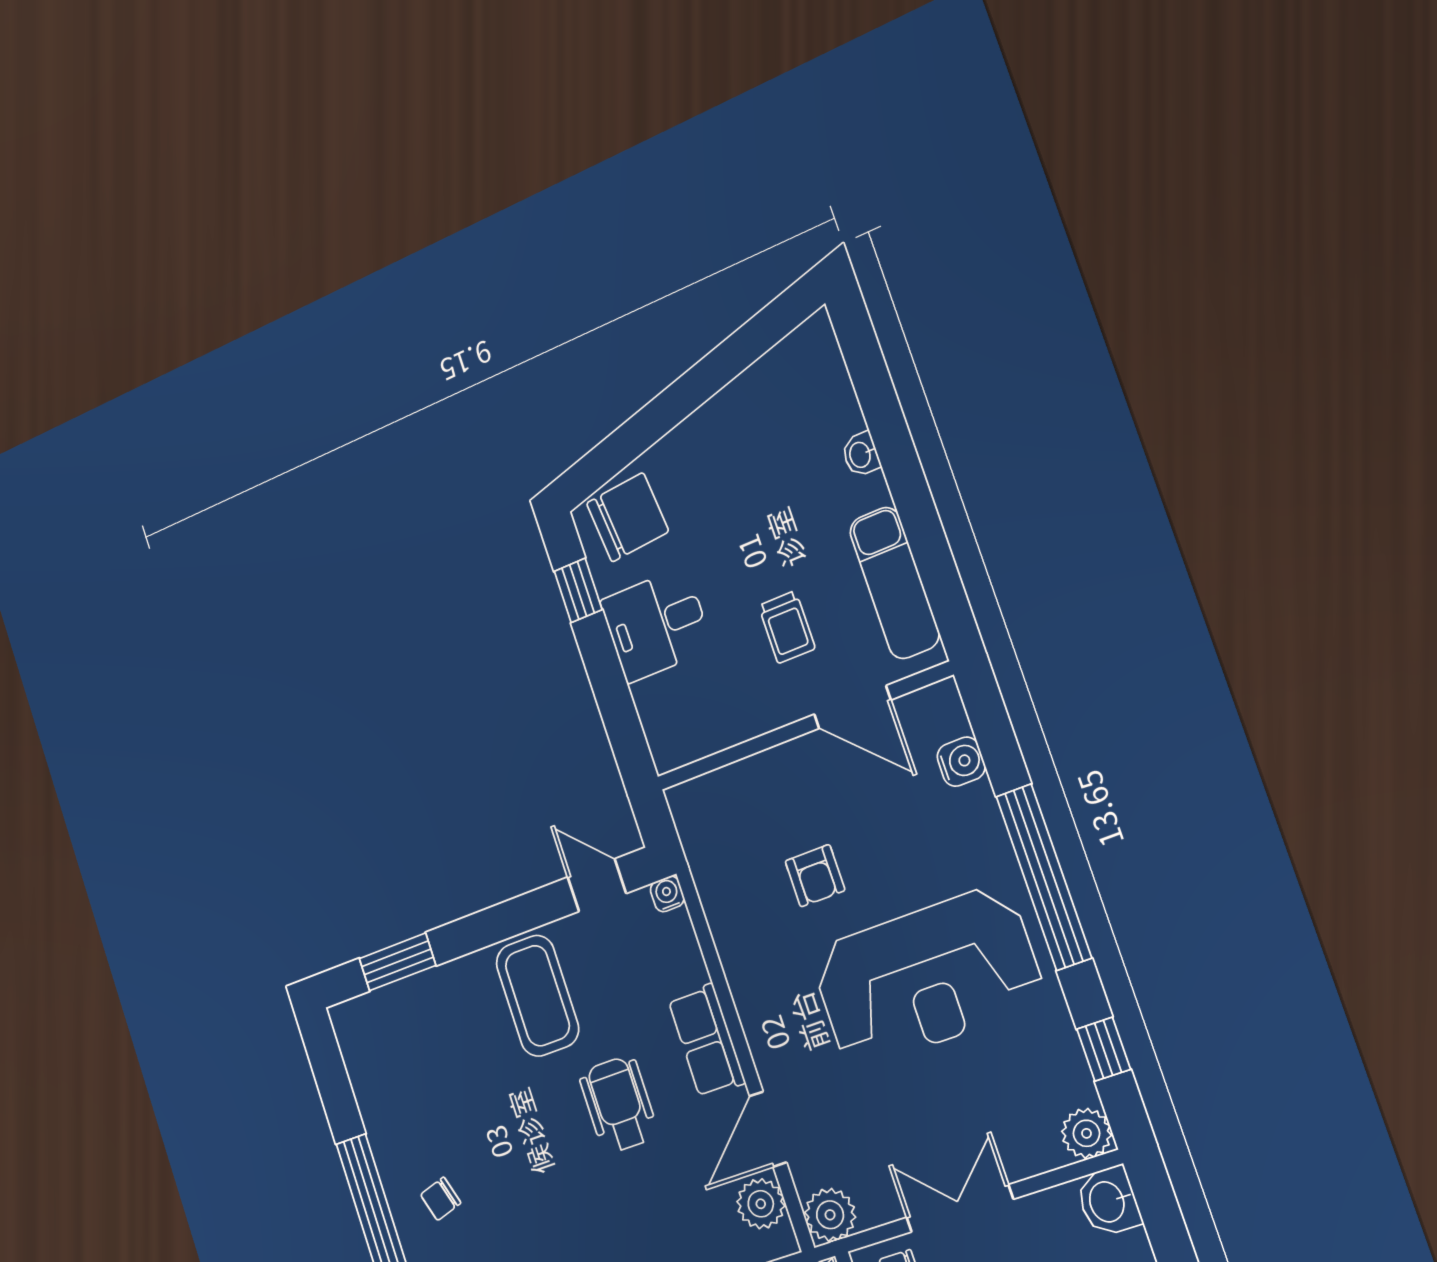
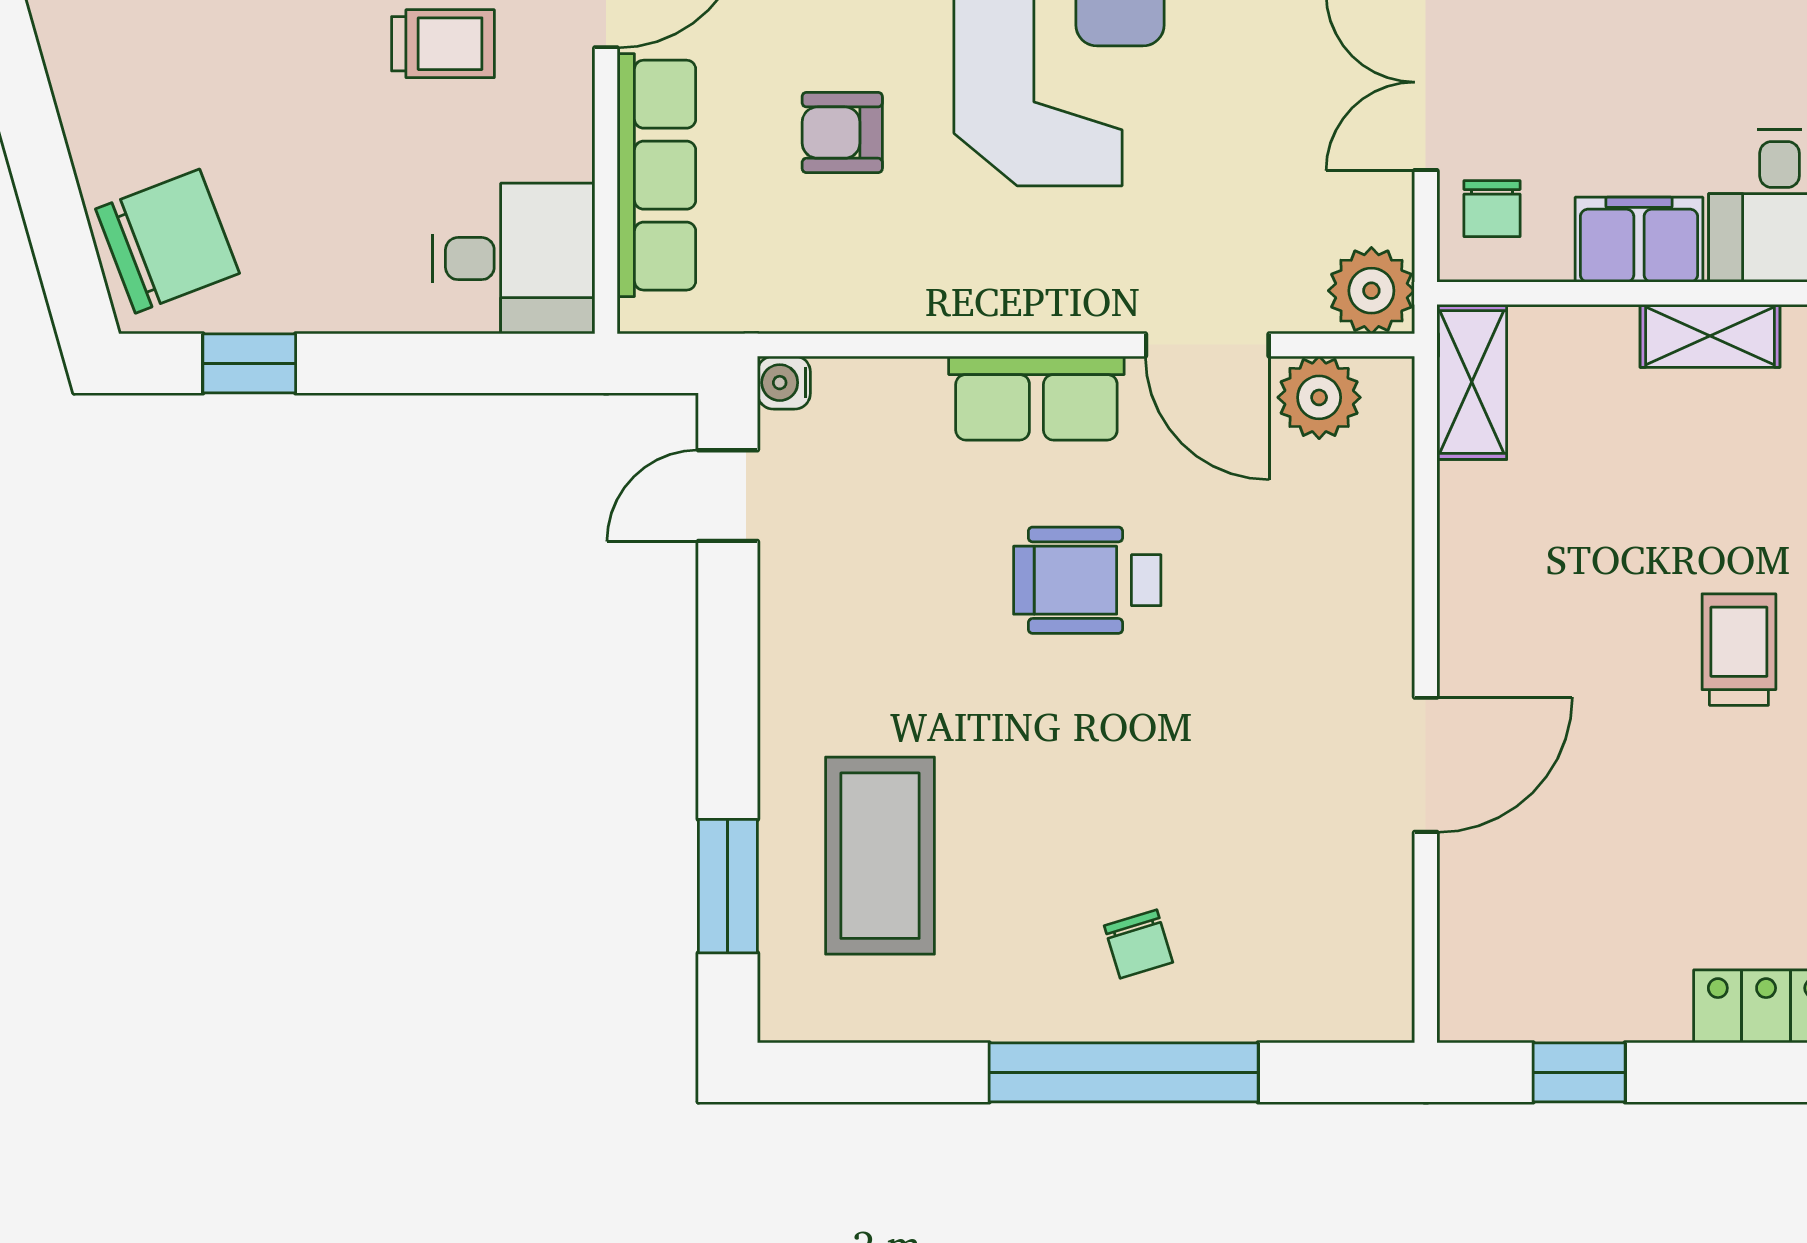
chair: (628, 517) -> (167, 241), turned 74
desk: (656, 625) -> (514, 259), moved, turned -90
row of seats: (756, 778) -> (656, 175), added
armchair: (815, 876) -> (842, 133), turned 180
coffee table: (537, 996) -> (880, 856), moved, turned 90

